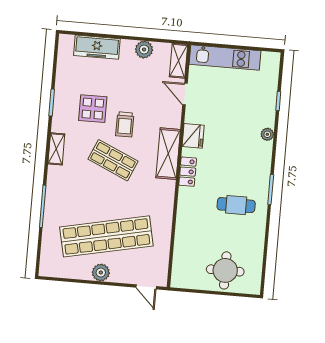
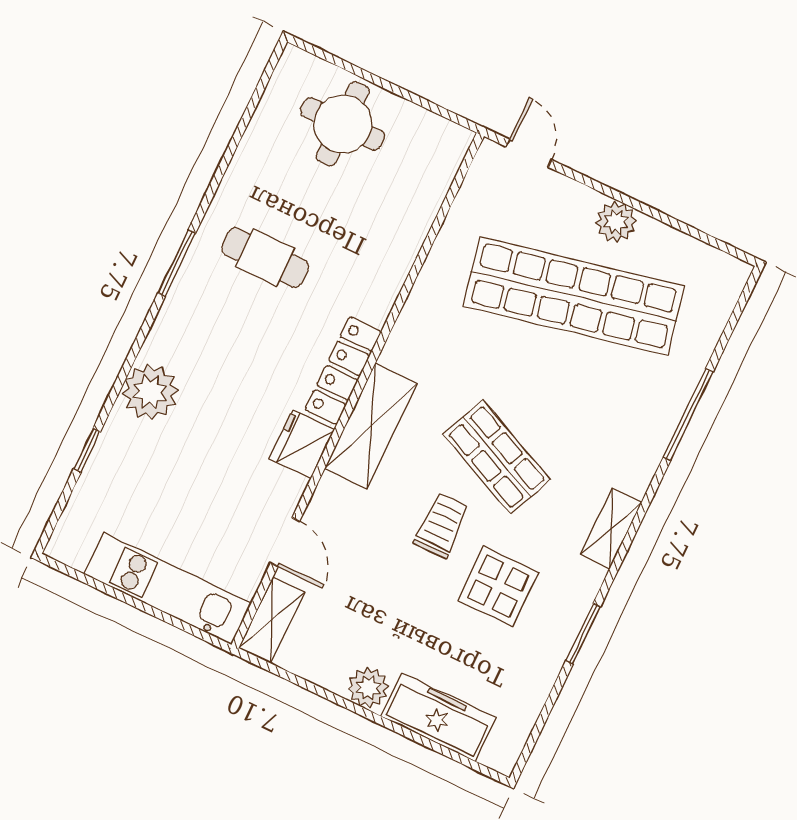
plant: (144, 50) -> (368, 688), moved
plant: (267, 134) -> (150, 392), width x1.87, depth x1.87
locker: (188, 172) -> (343, 371), width x1.53

